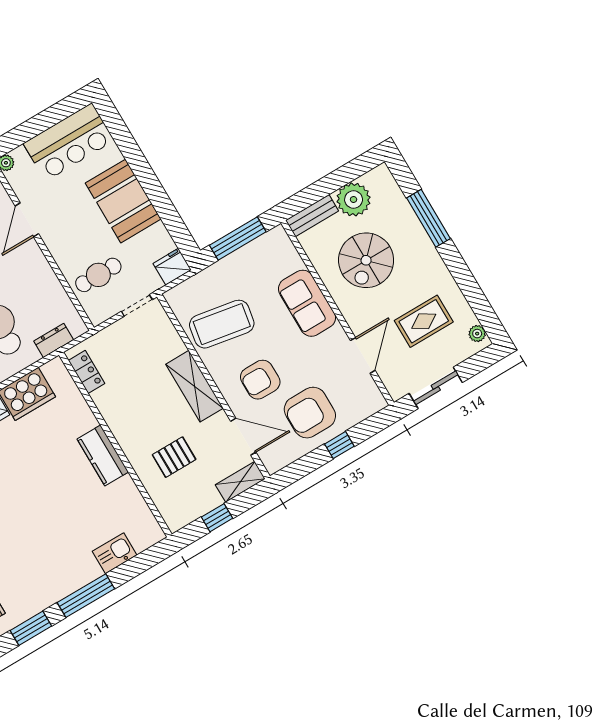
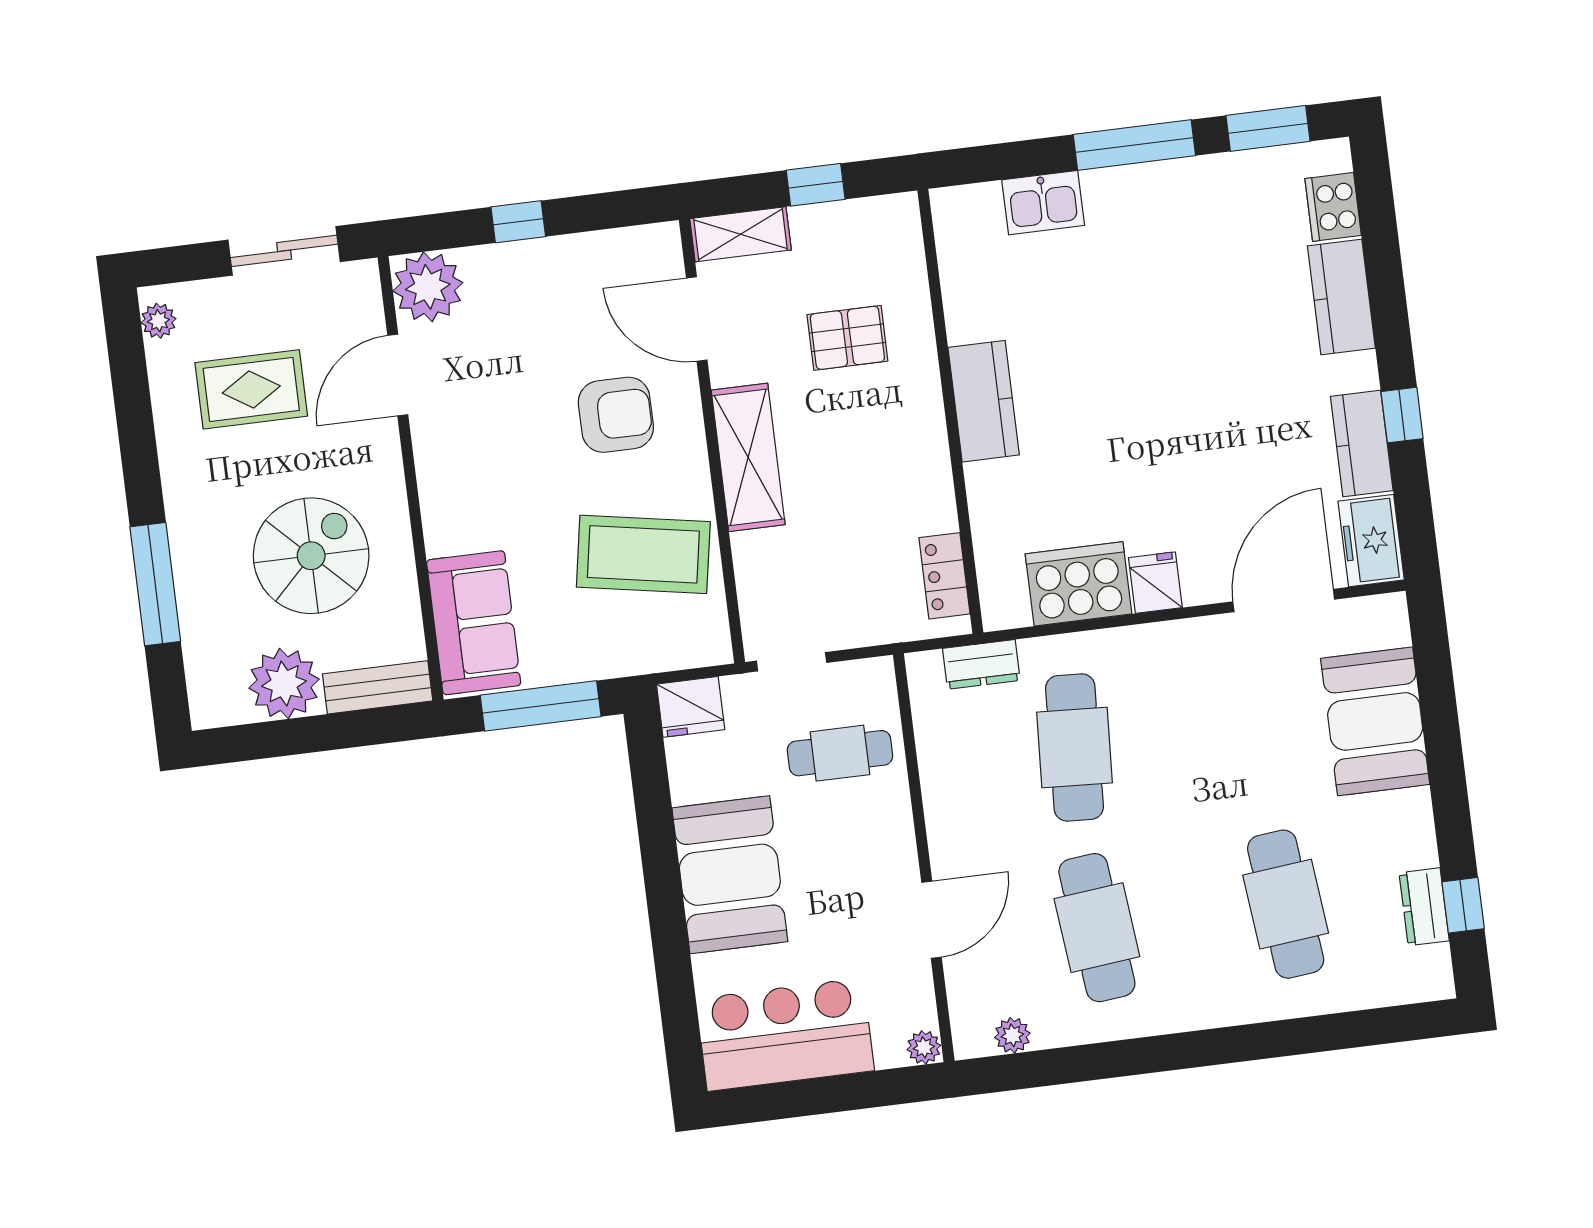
sofa: (307, 303) -> (474, 623), moved
plant: (366, 399) -> (428, 287), added
armchair: (310, 413) -> (548, 309), removed

